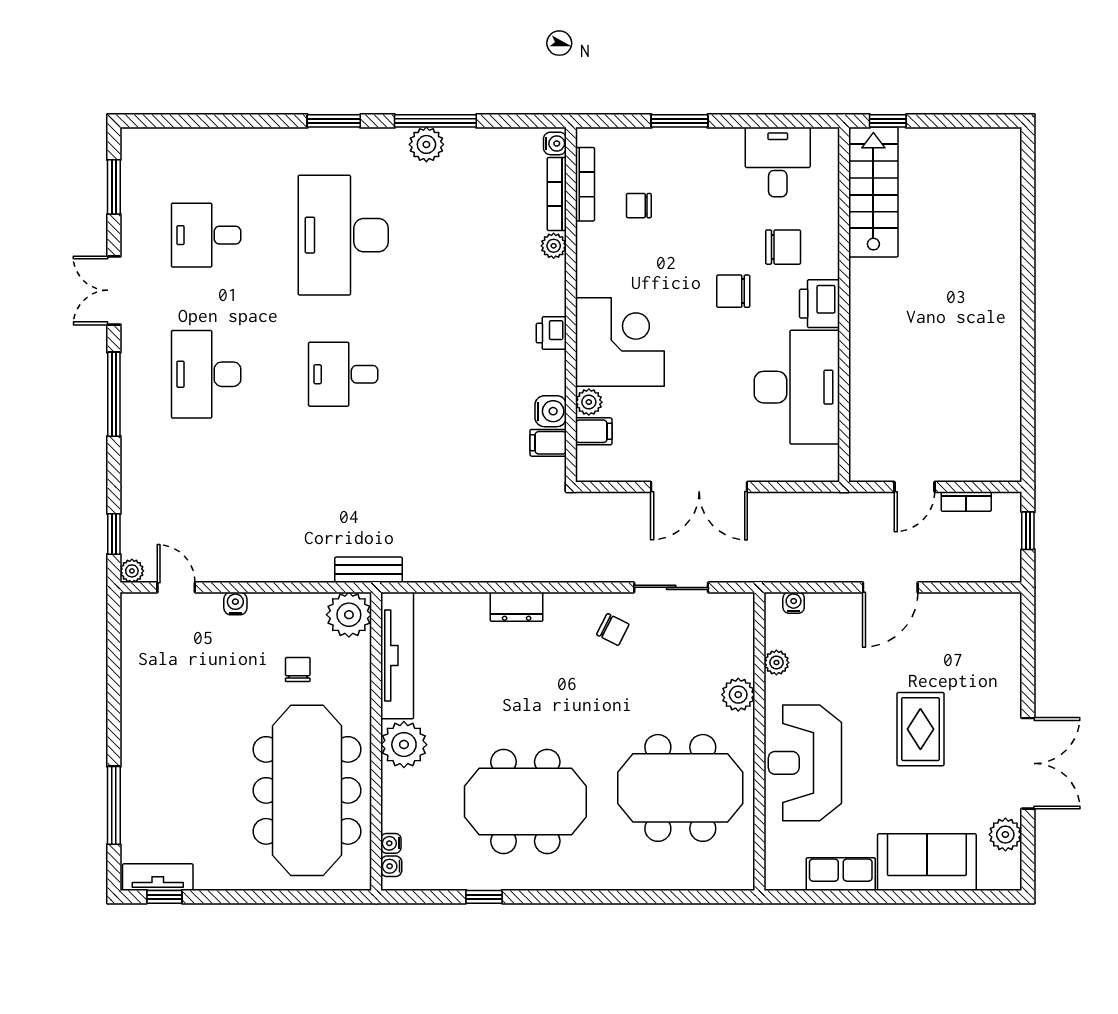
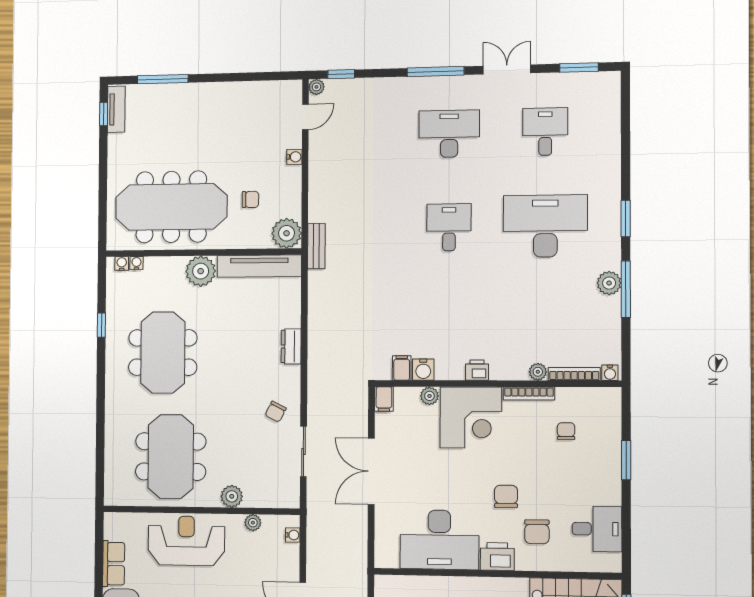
bookcase: (585, 184) -> (529, 394), moved
filing cabinet: (594, 431) -> (384, 399), moved

